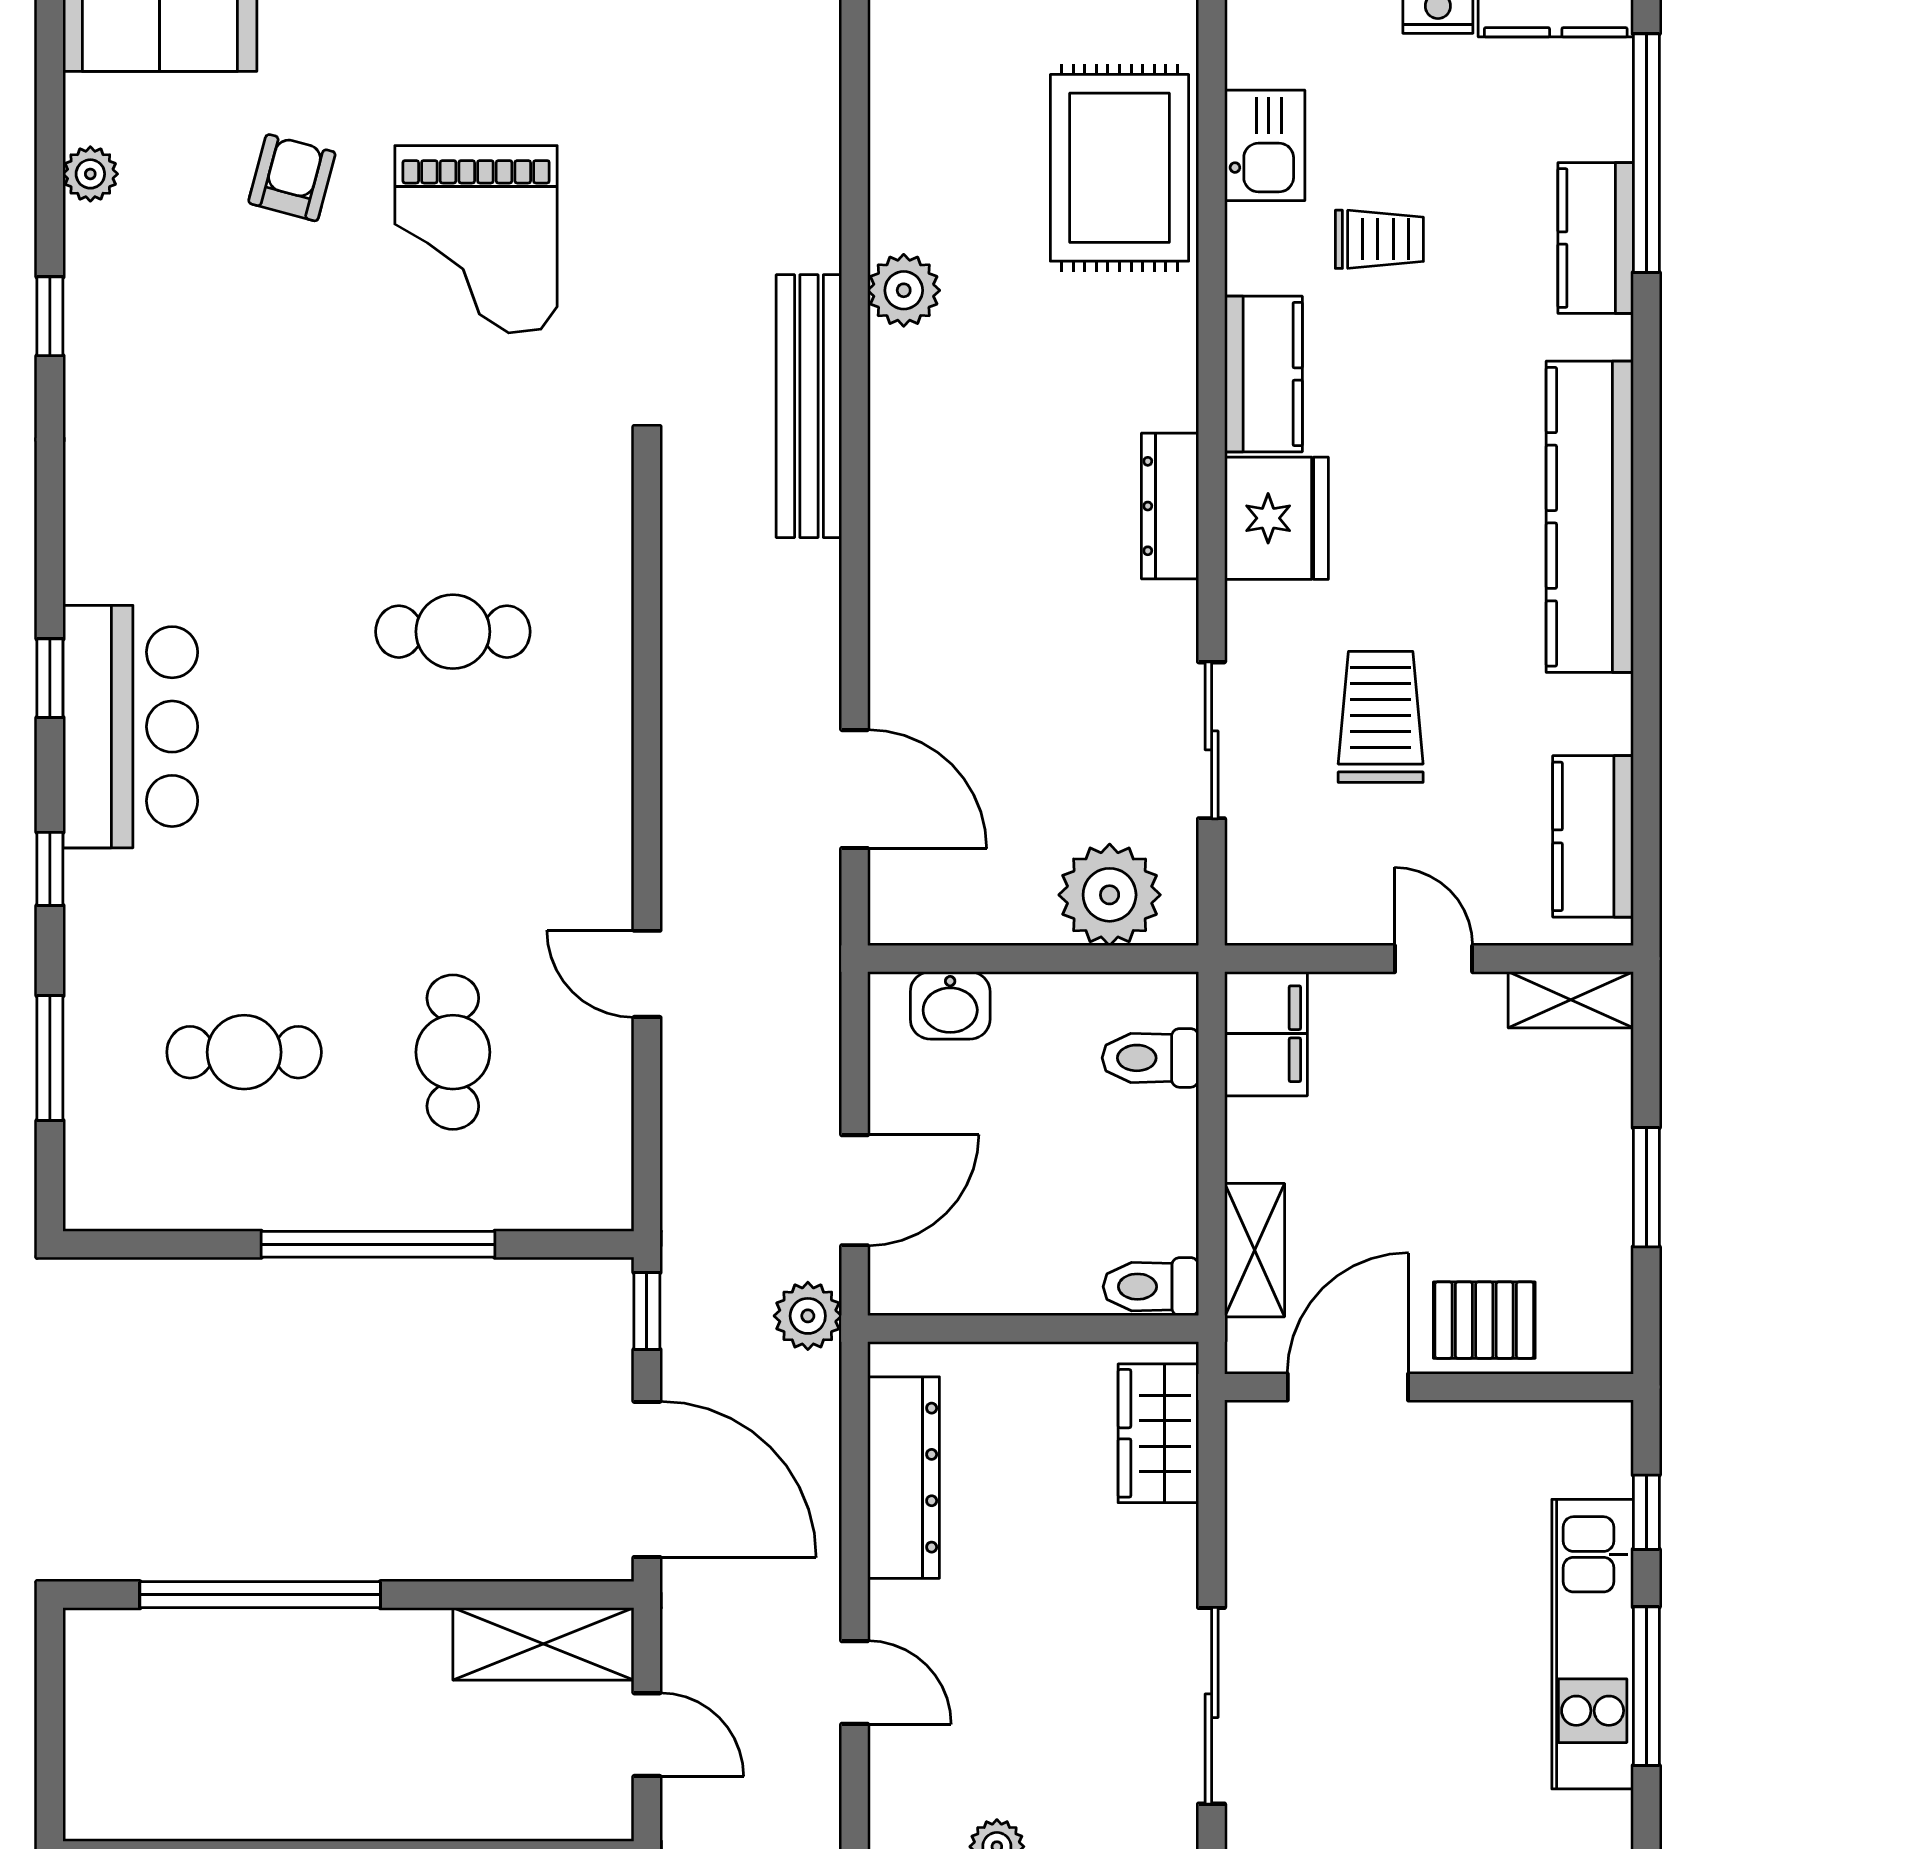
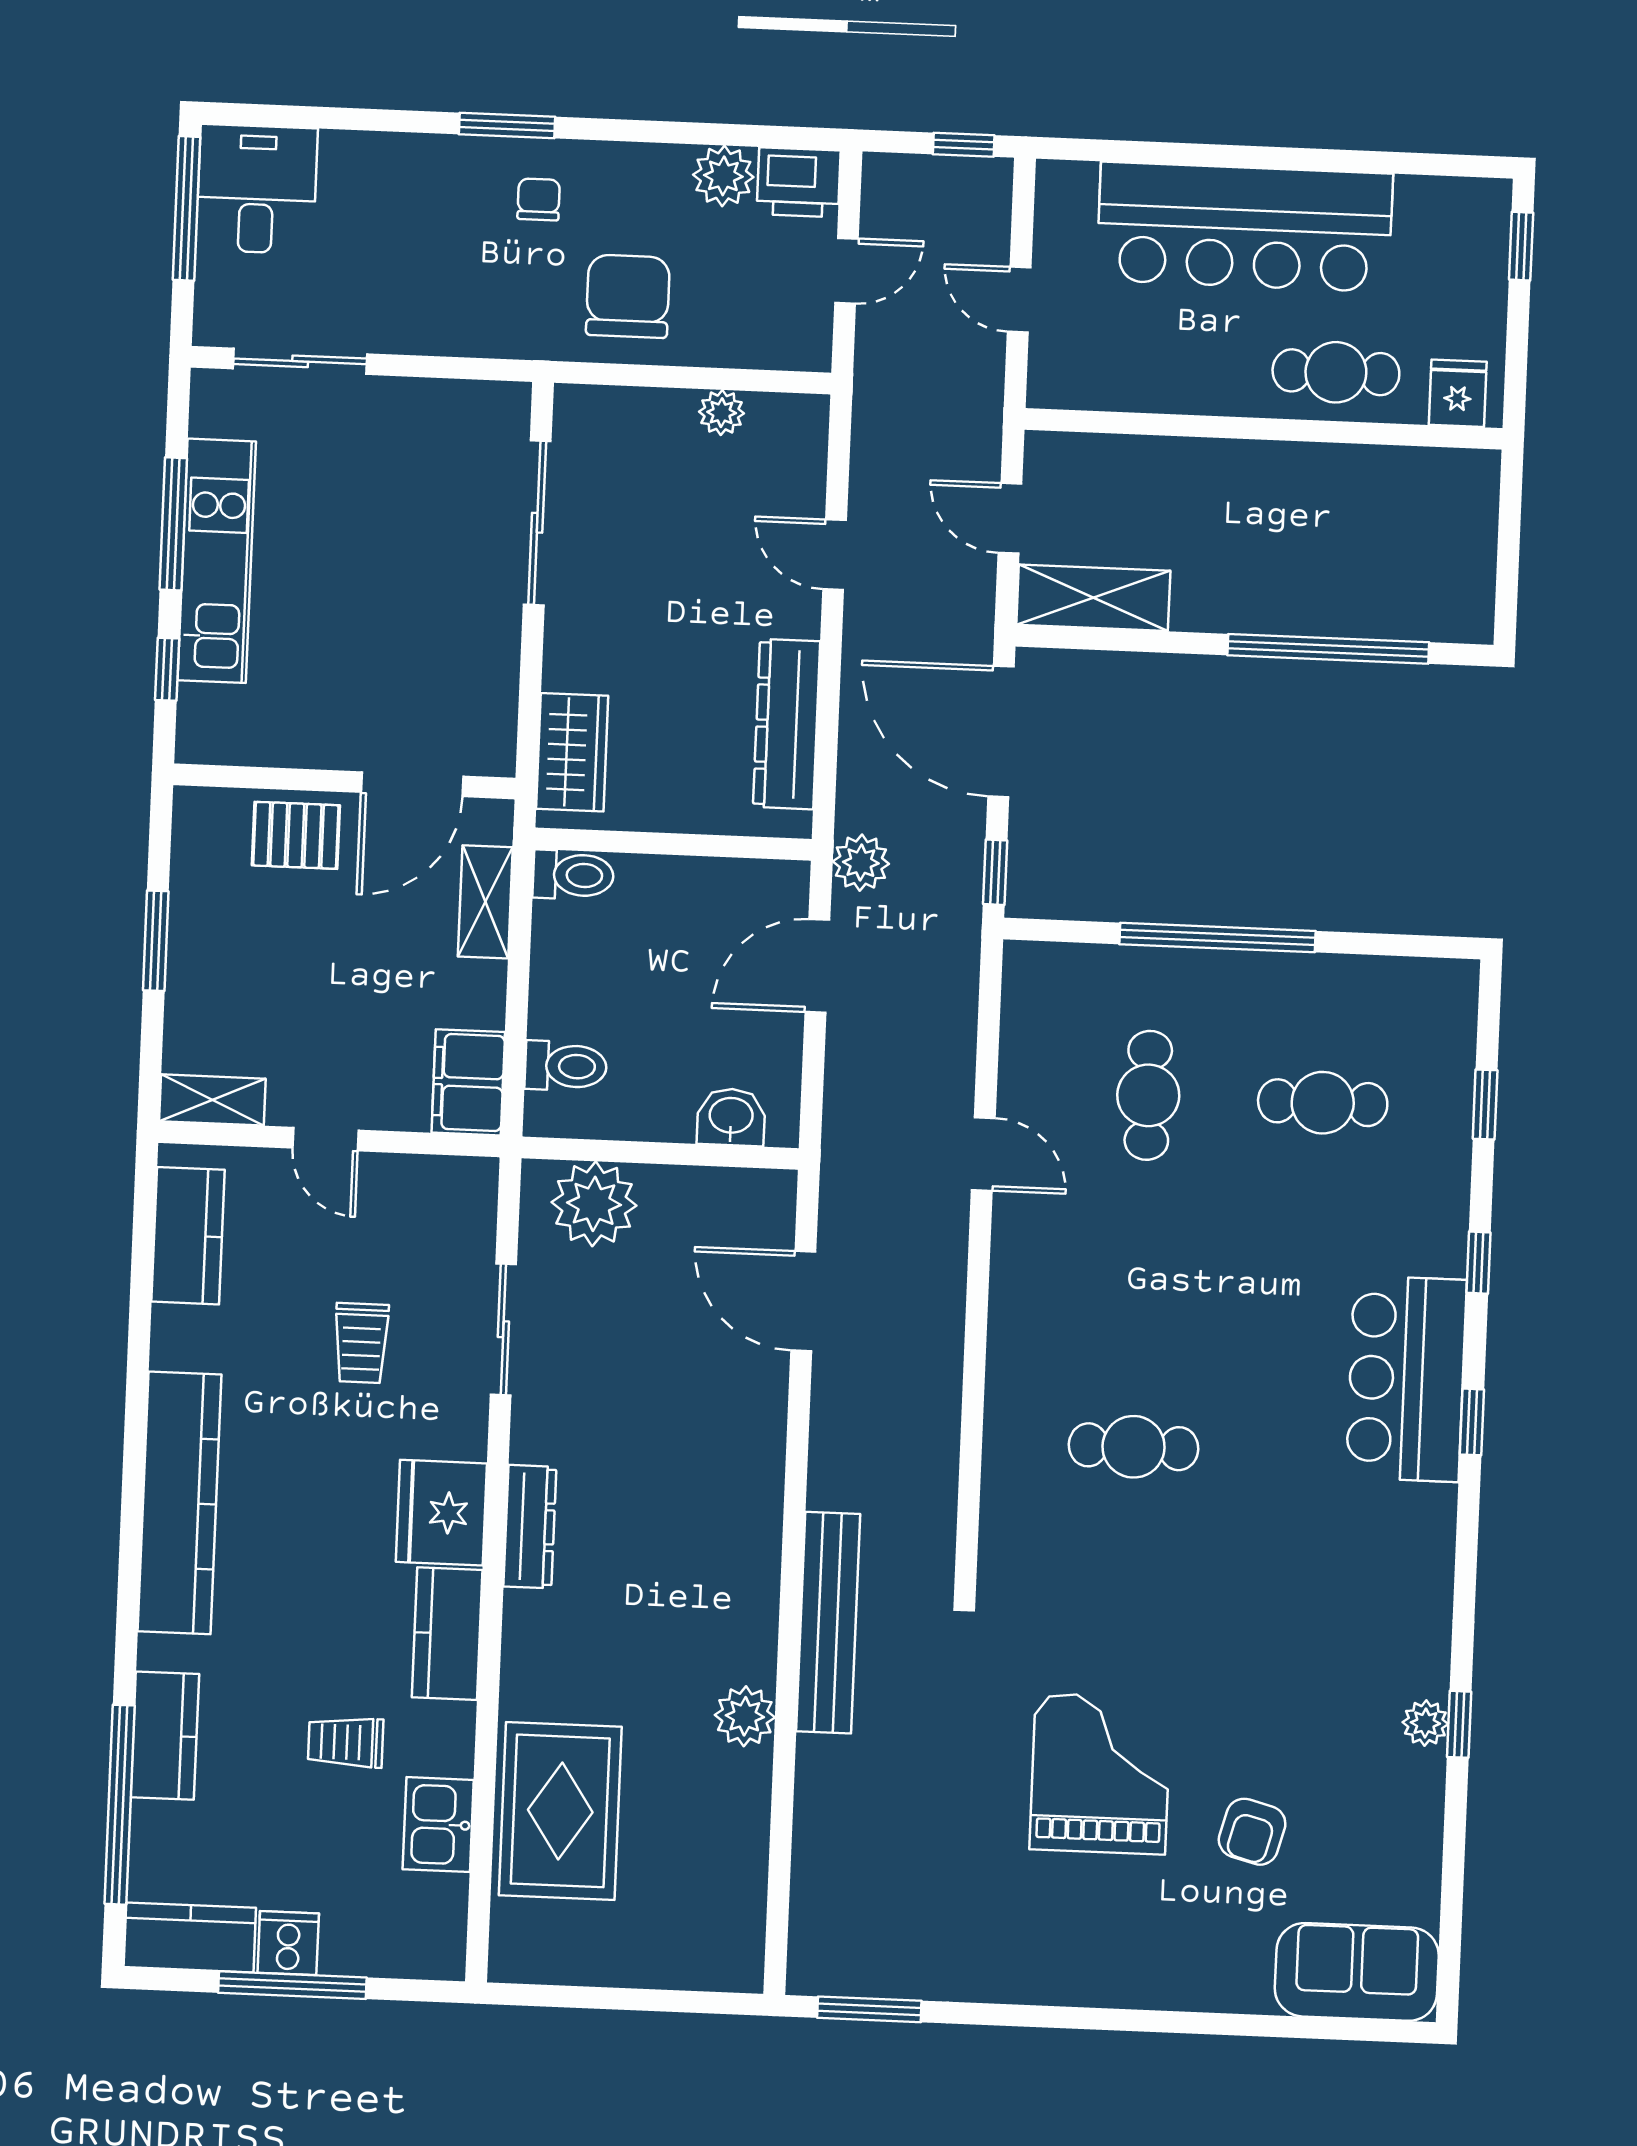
plant: (90, 174) -> (1425, 1723), moved
trolley: (1381, 717) -> (361, 1343), width x0.73, depth x0.72
window: (50, 1058) -> (1485, 1105), width x0.67

